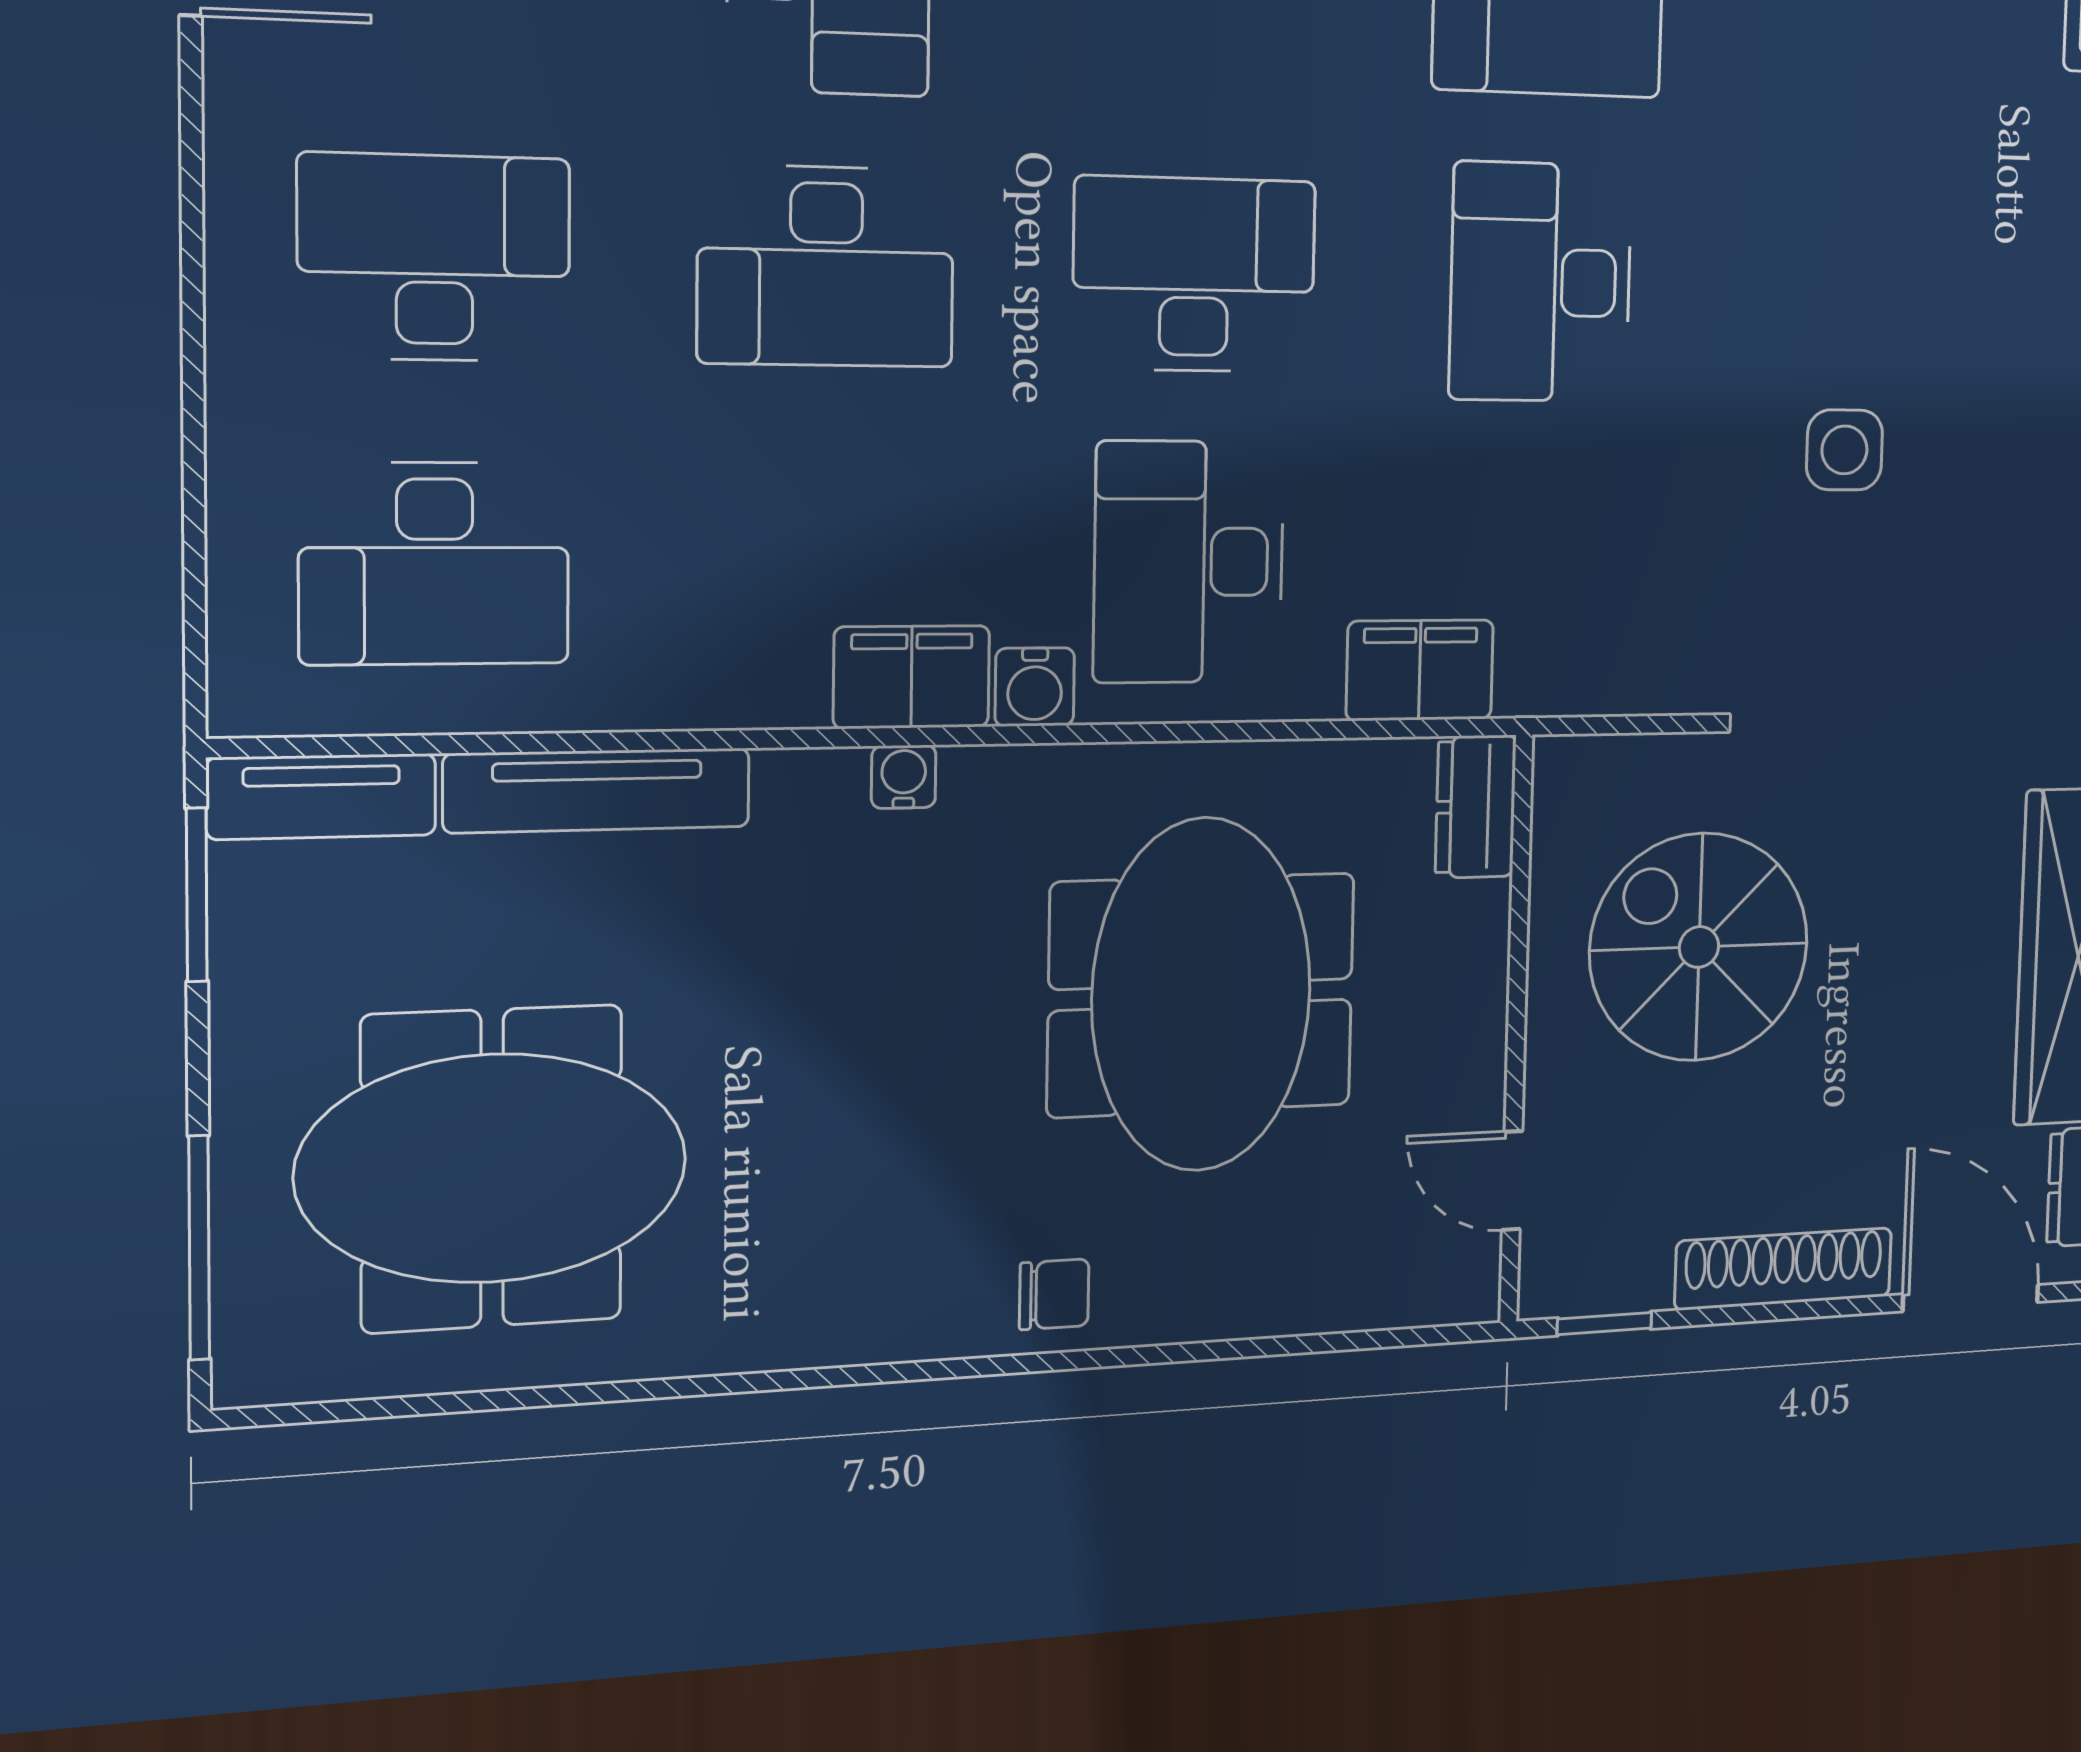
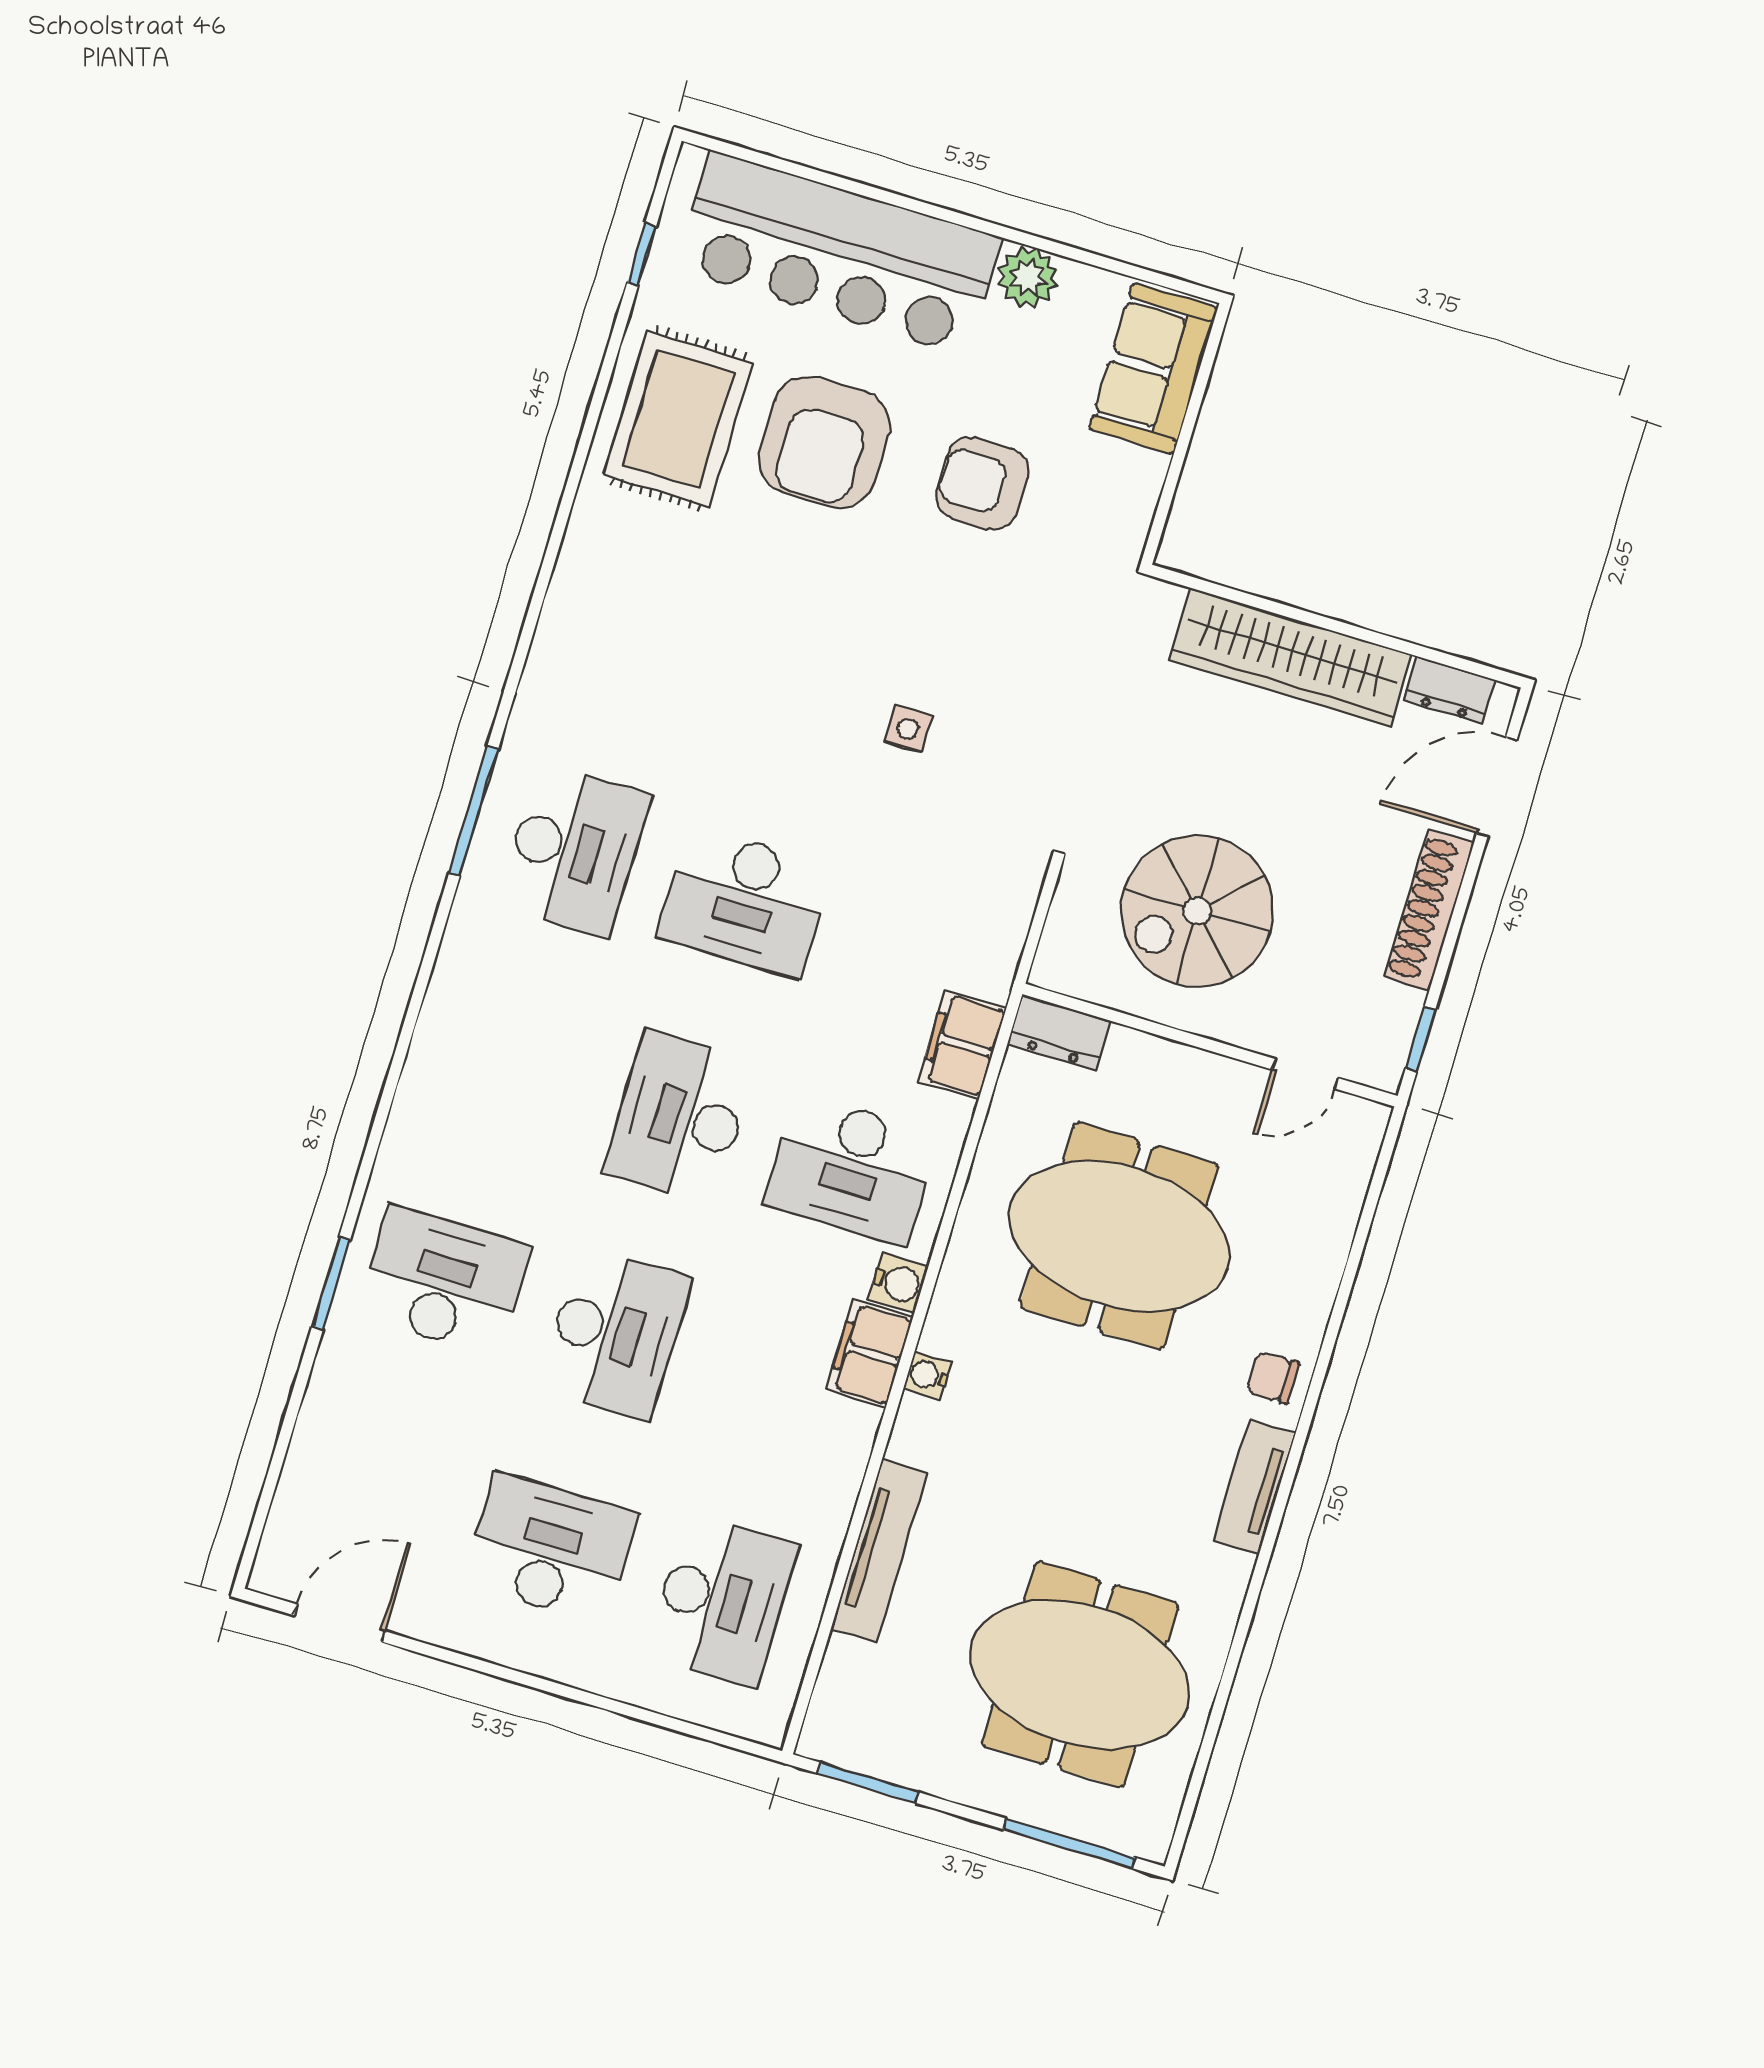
desk: (434, 258) -> (550, 1549), turned 90
side table: (1844, 450) -> (908, 729), width x0.73, depth x0.73
tv unit: (322, 797) -> (1254, 1487), moved, turned 180
meeting table: (492, 1168) -> (1080, 1674), turned 90
chair: (1054, 1294) -> (1273, 1377), turned -90

